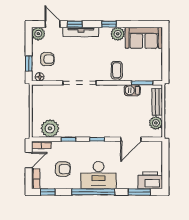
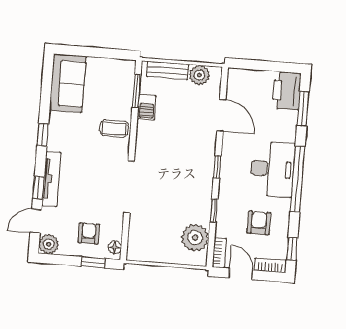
plant: (118, 34) -> (59, 123), removed

